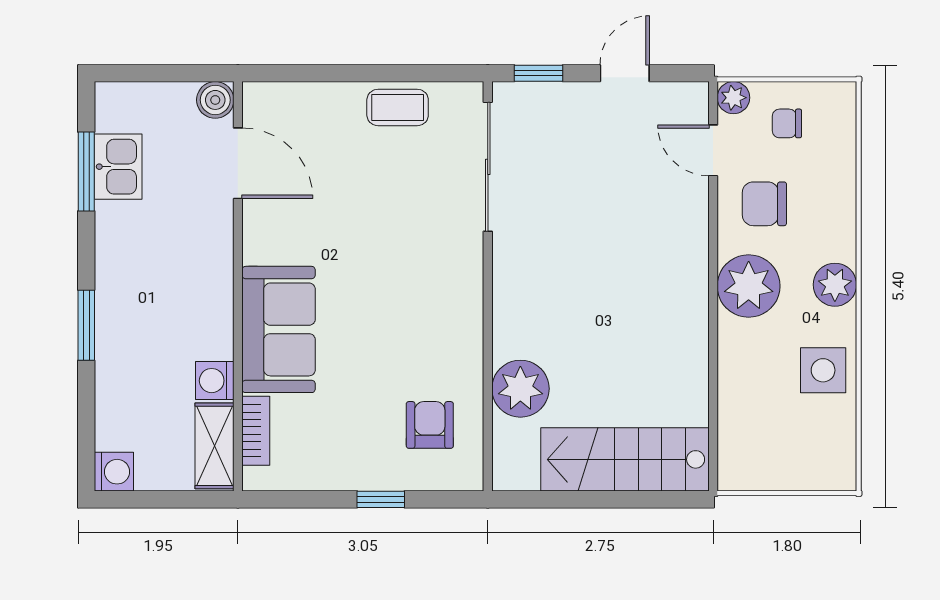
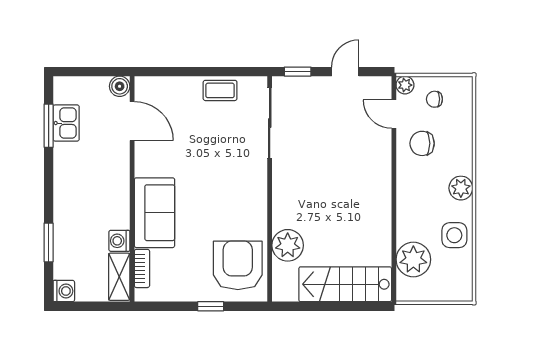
plant: (749, 286) -> (413, 259), moved
window: (86, 325) -> (49, 242), moved
armchair: (430, 425) -> (238, 265), width x1.88, depth x1.88

